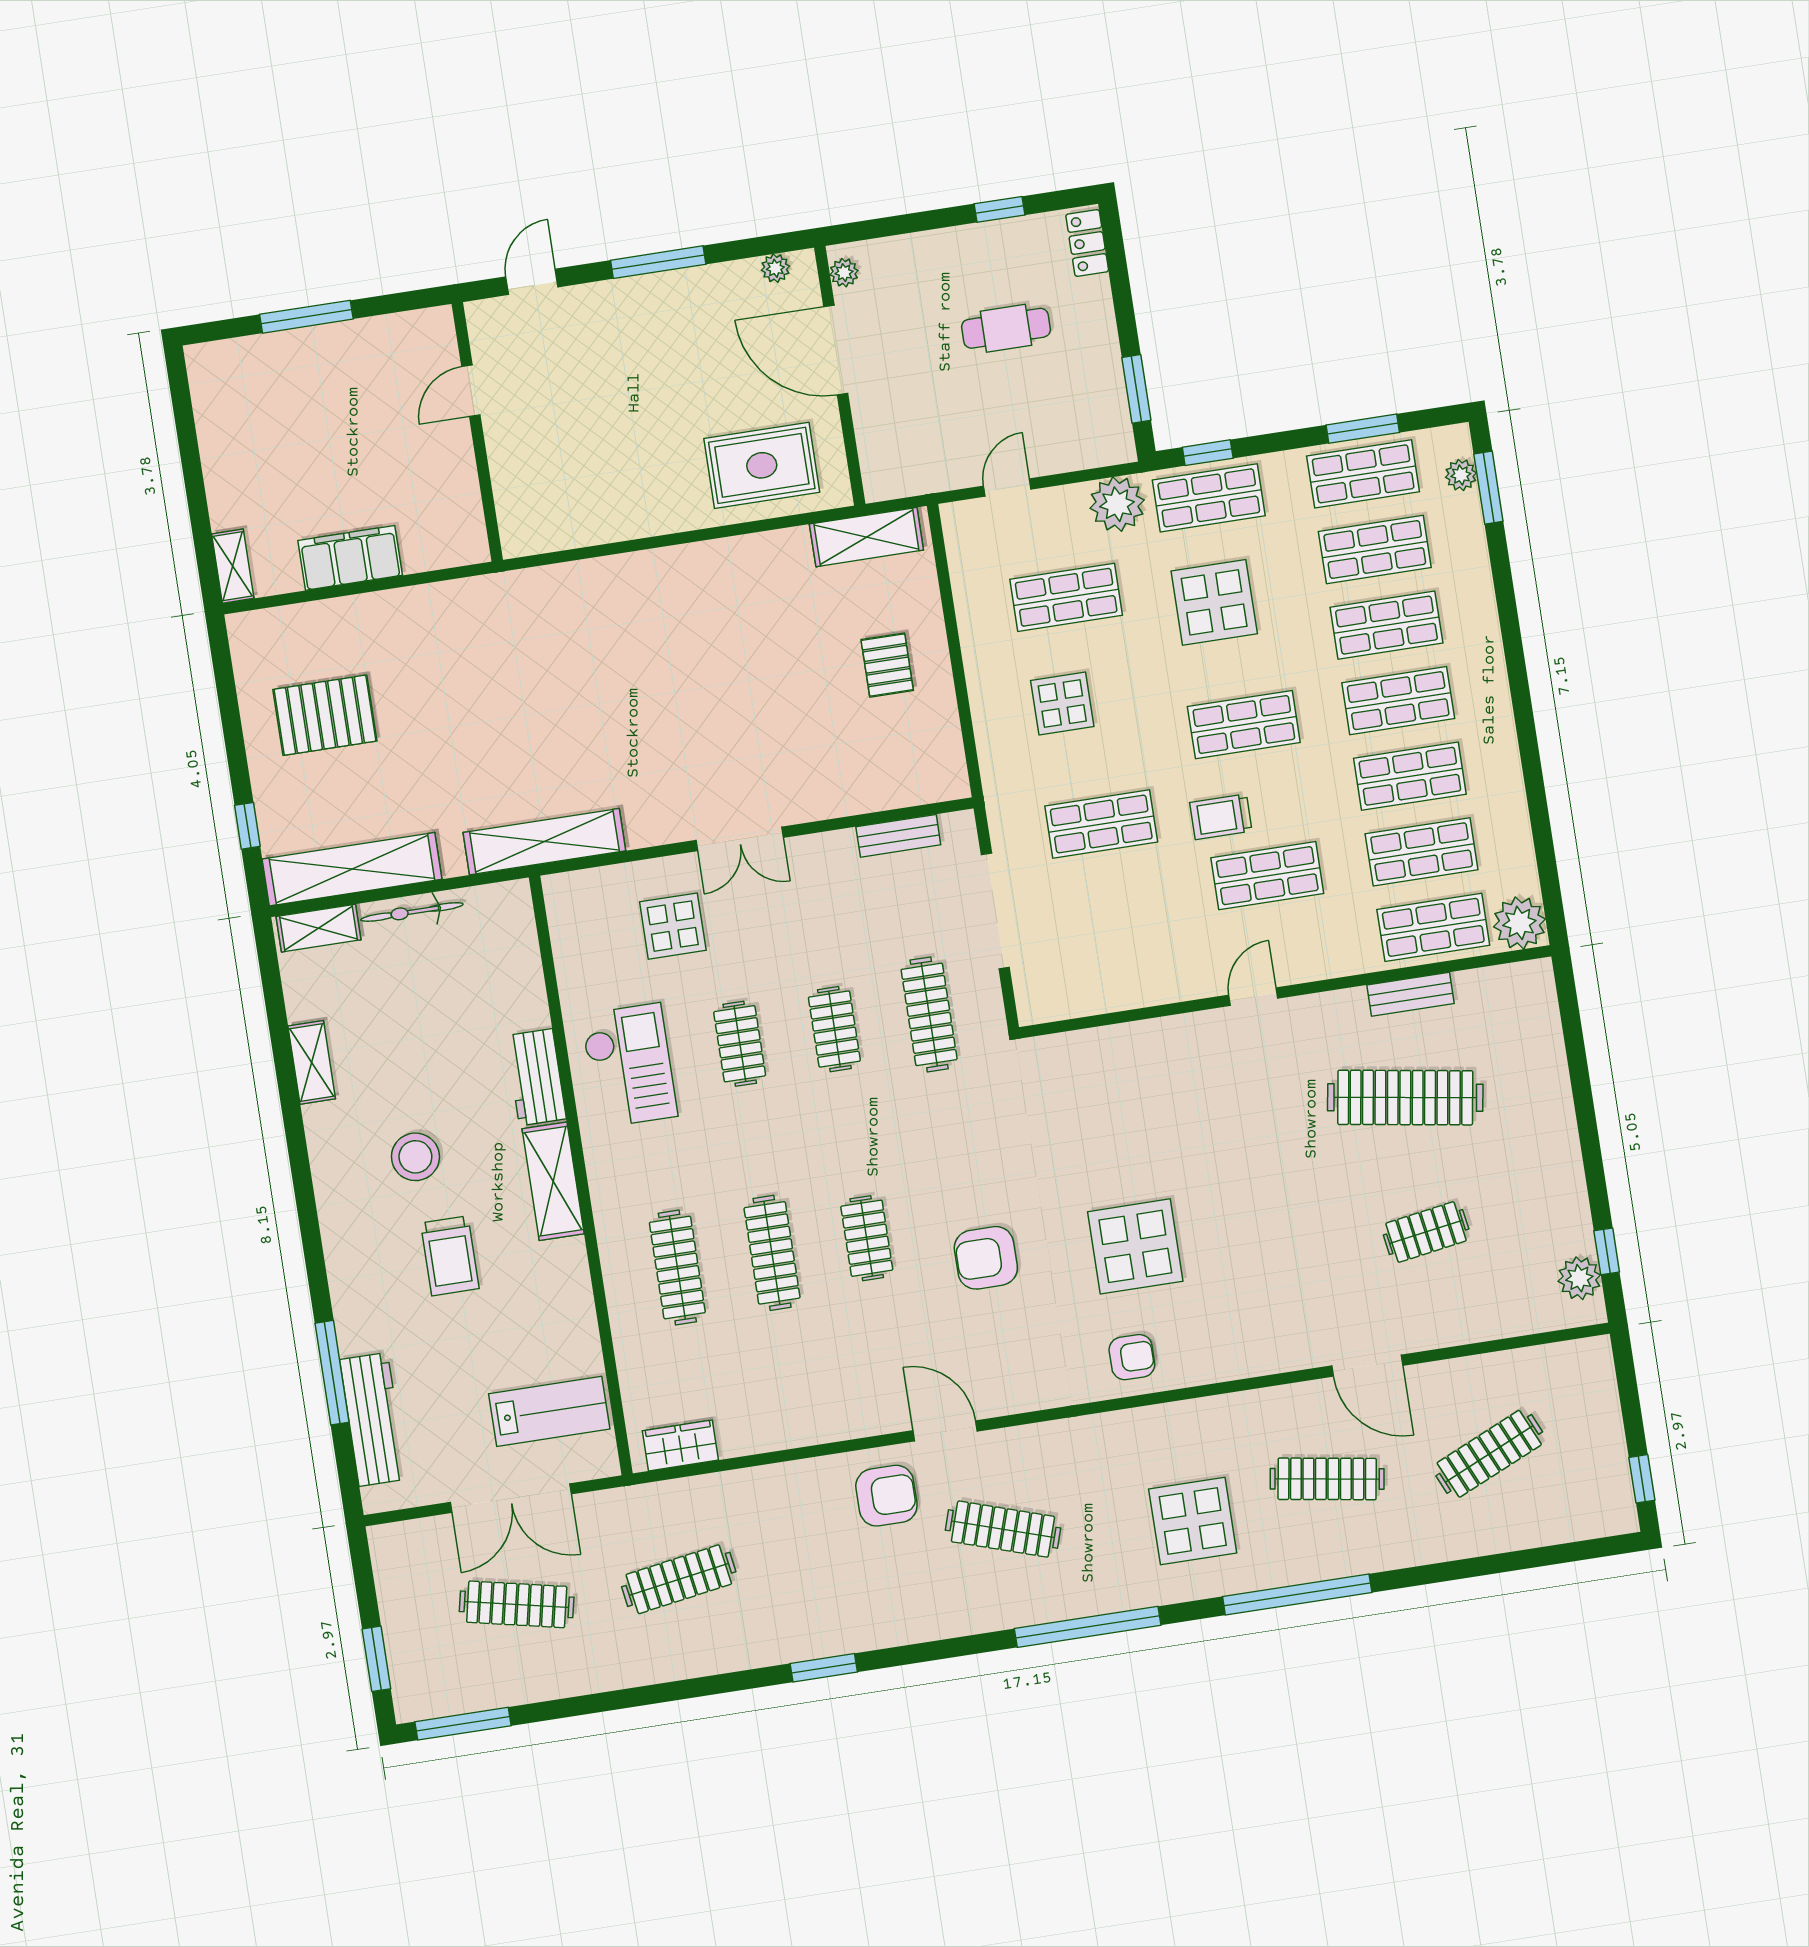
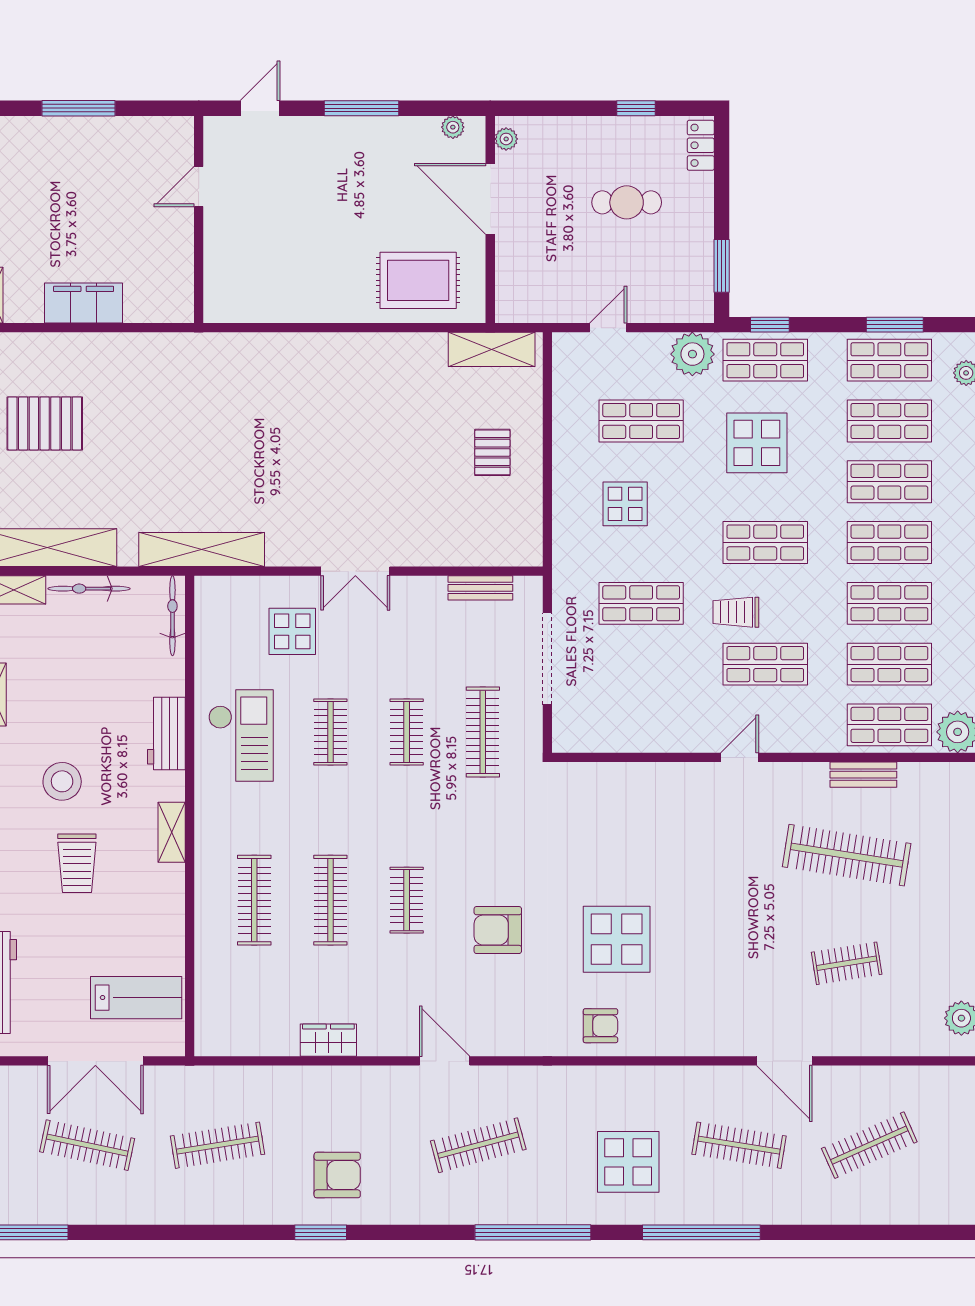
bicycle: (521, 930) -> (172, 616), added
shelving: (553, 1181) -> (172, 832), width x0.67, depth x0.75
wardrobe: (680, 1445) -> (328, 1040), moved
armchair: (886, 1496) -> (337, 1175), moved
clothes rail: (1003, 1529) -> (478, 1145), turned -33

